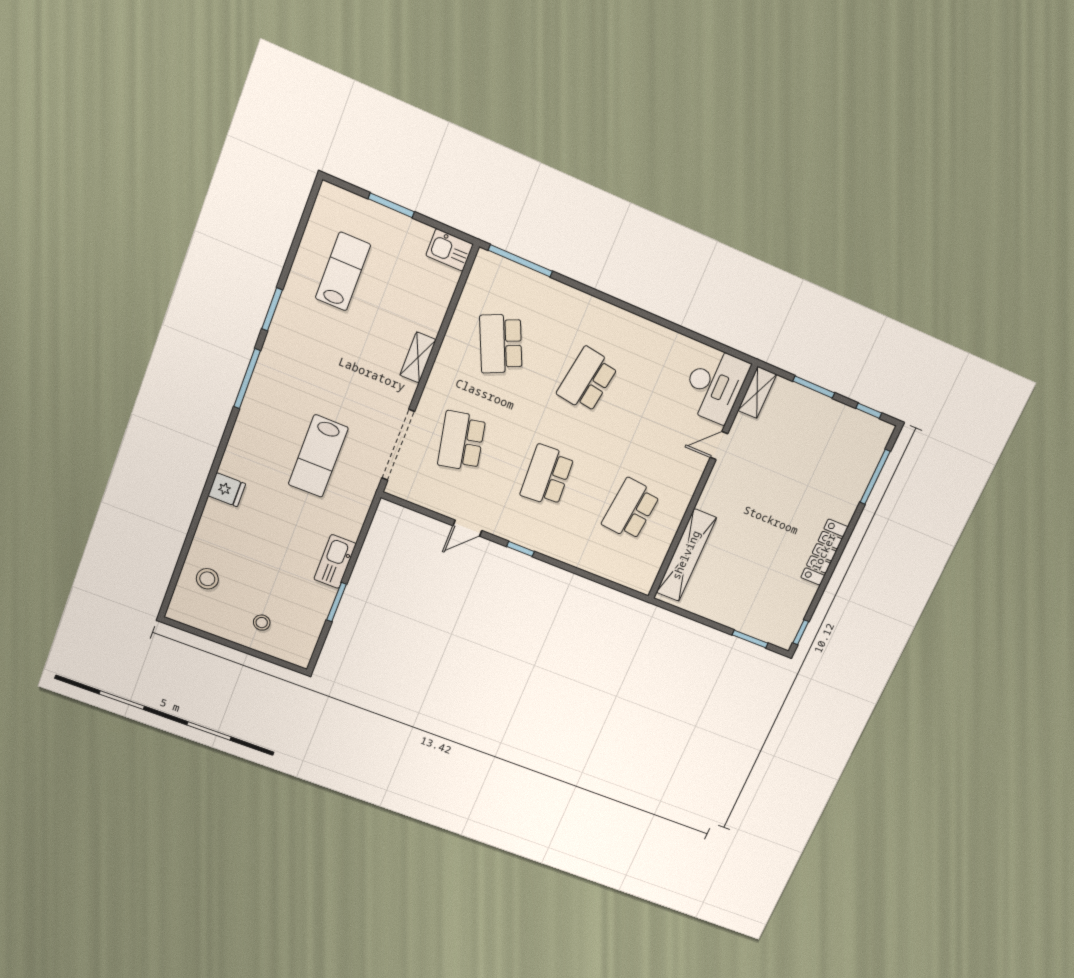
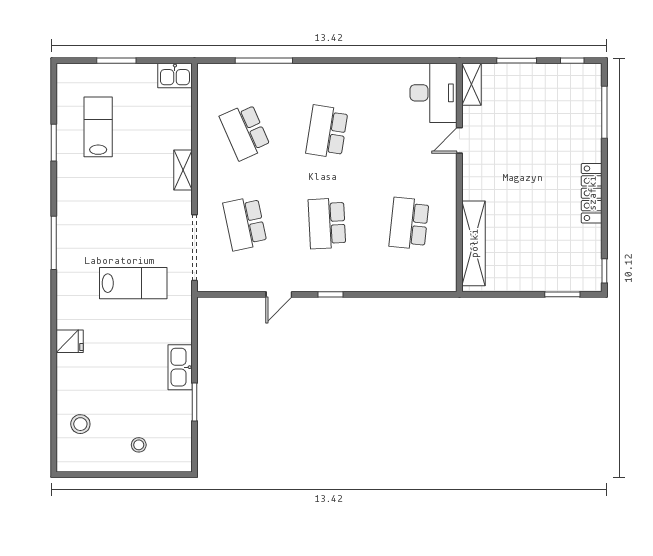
window: (520, 261) -> (264, 61), moved
window: (272, 309) -> (54, 143), moved
lab bench: (318, 456) -> (133, 283), turned -90

